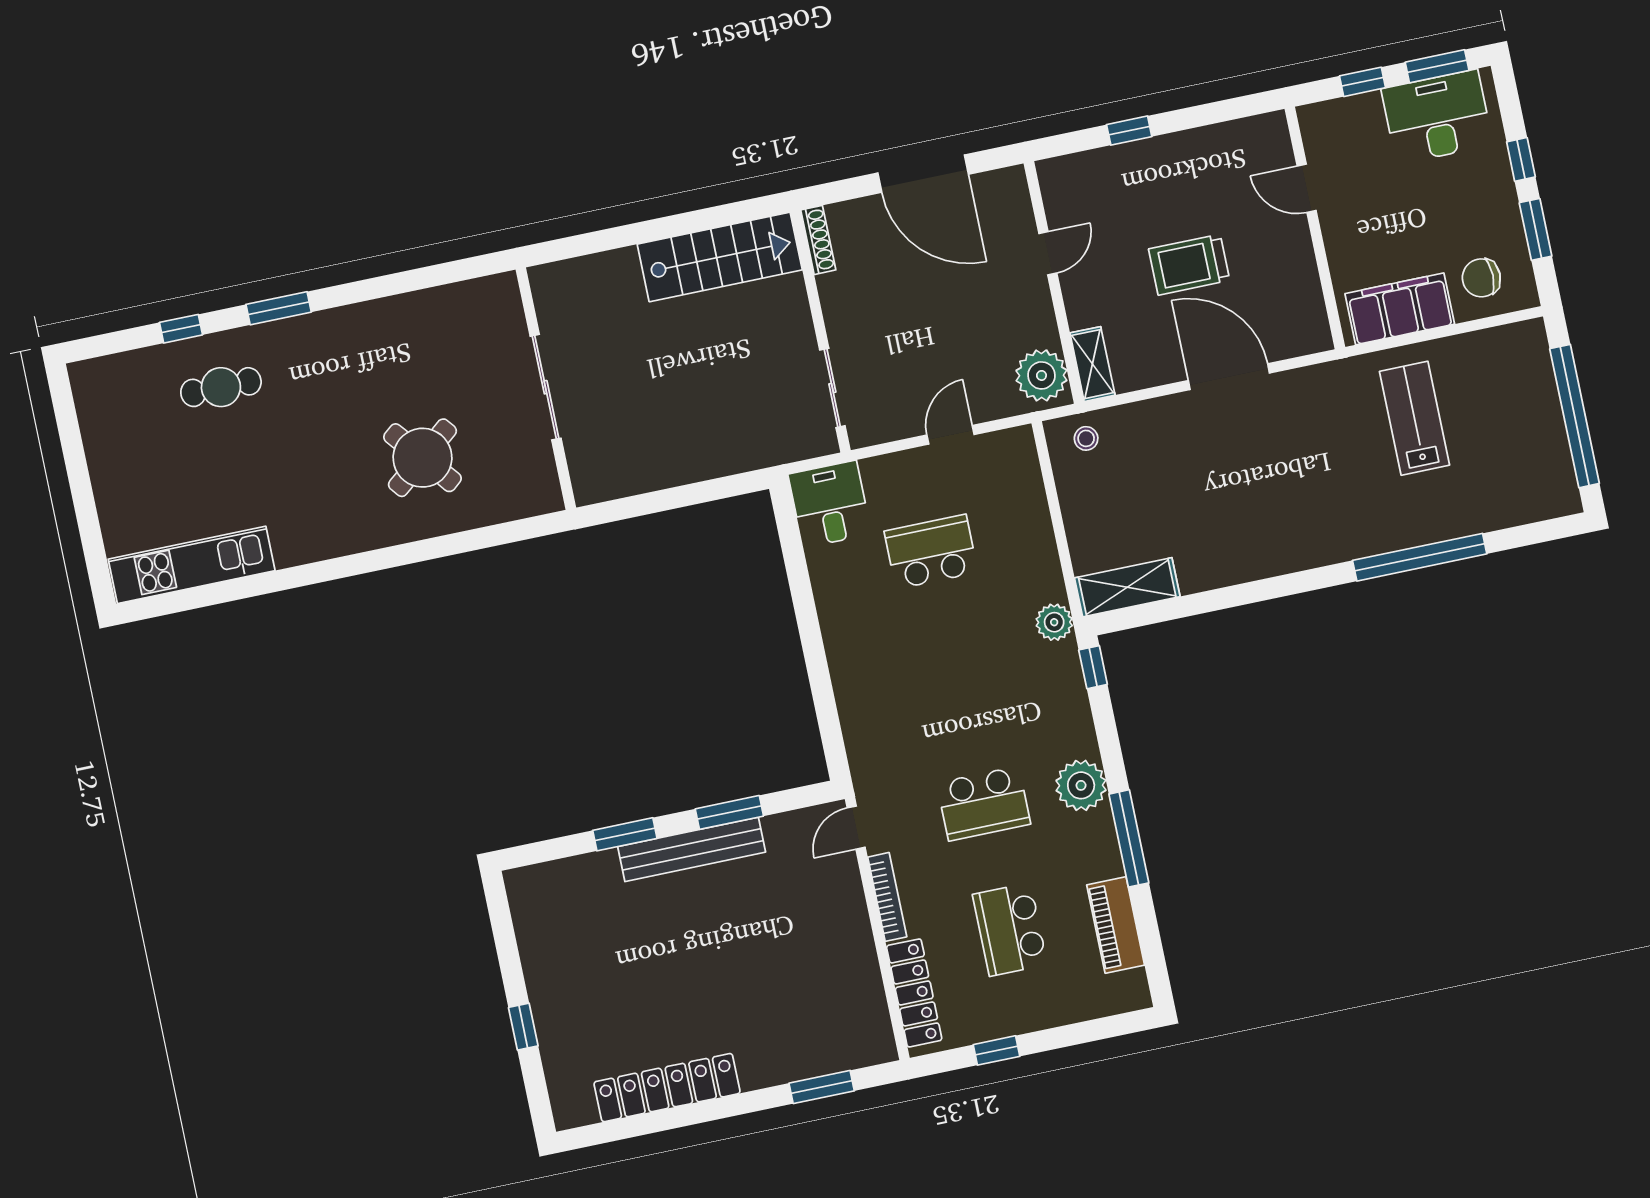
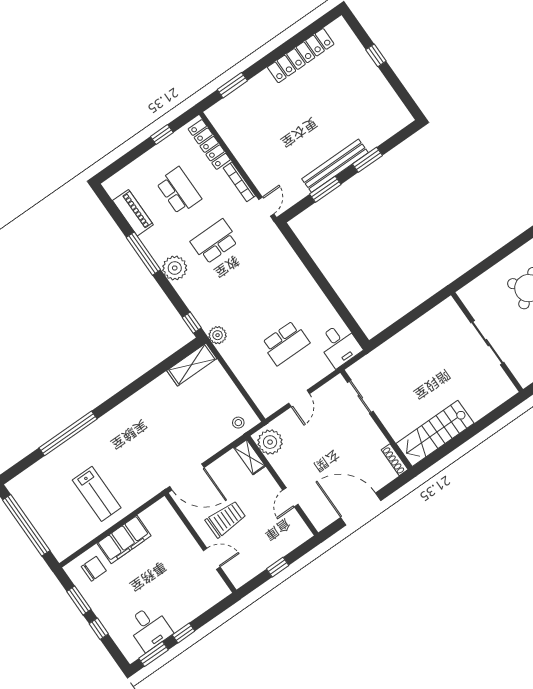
desk: (1437, 117) -> (149, 628), width x0.73
door: (1307, 188) -> (212, 559), moved
wall: (1315, 228) -> (200, 543), moved

